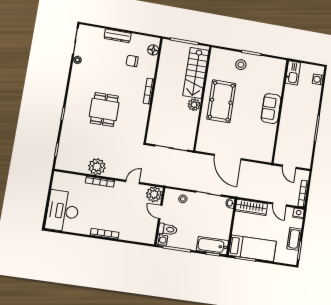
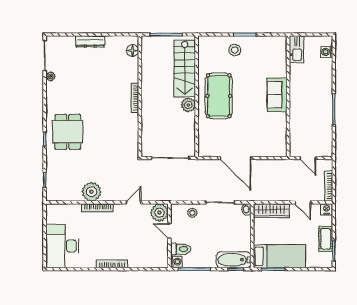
chair: (132, 61) -> (111, 67), removed
dining table: (104, 109) -> (68, 132), moved

